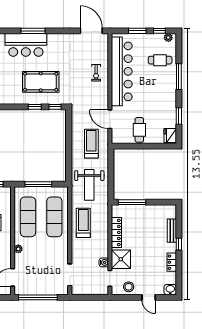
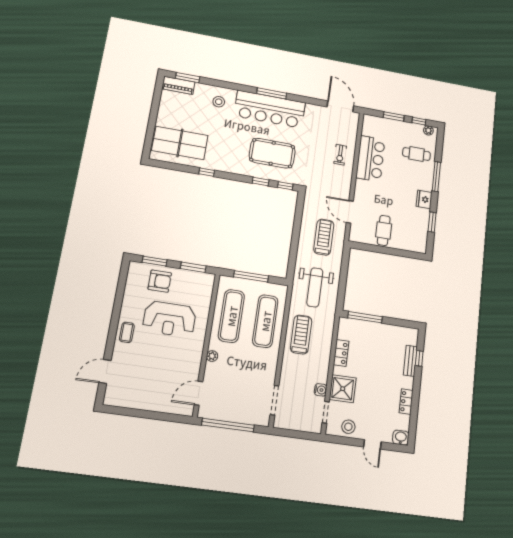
bar counter: (26, 45) -> (270, 109), width x1.36
bar counter: (122, 71) -> (371, 159), width x0.54
fridge: (170, 135) -> (424, 199), moved
locker: (116, 232) -> (341, 353), width x0.66
window: (179, 244) -> (419, 358), moved

